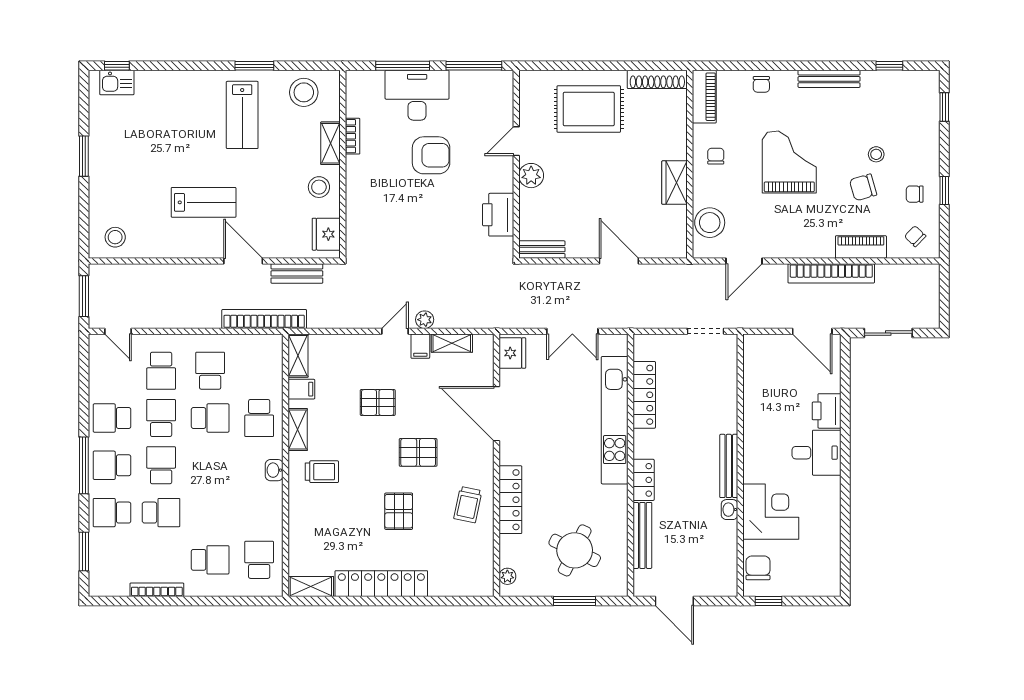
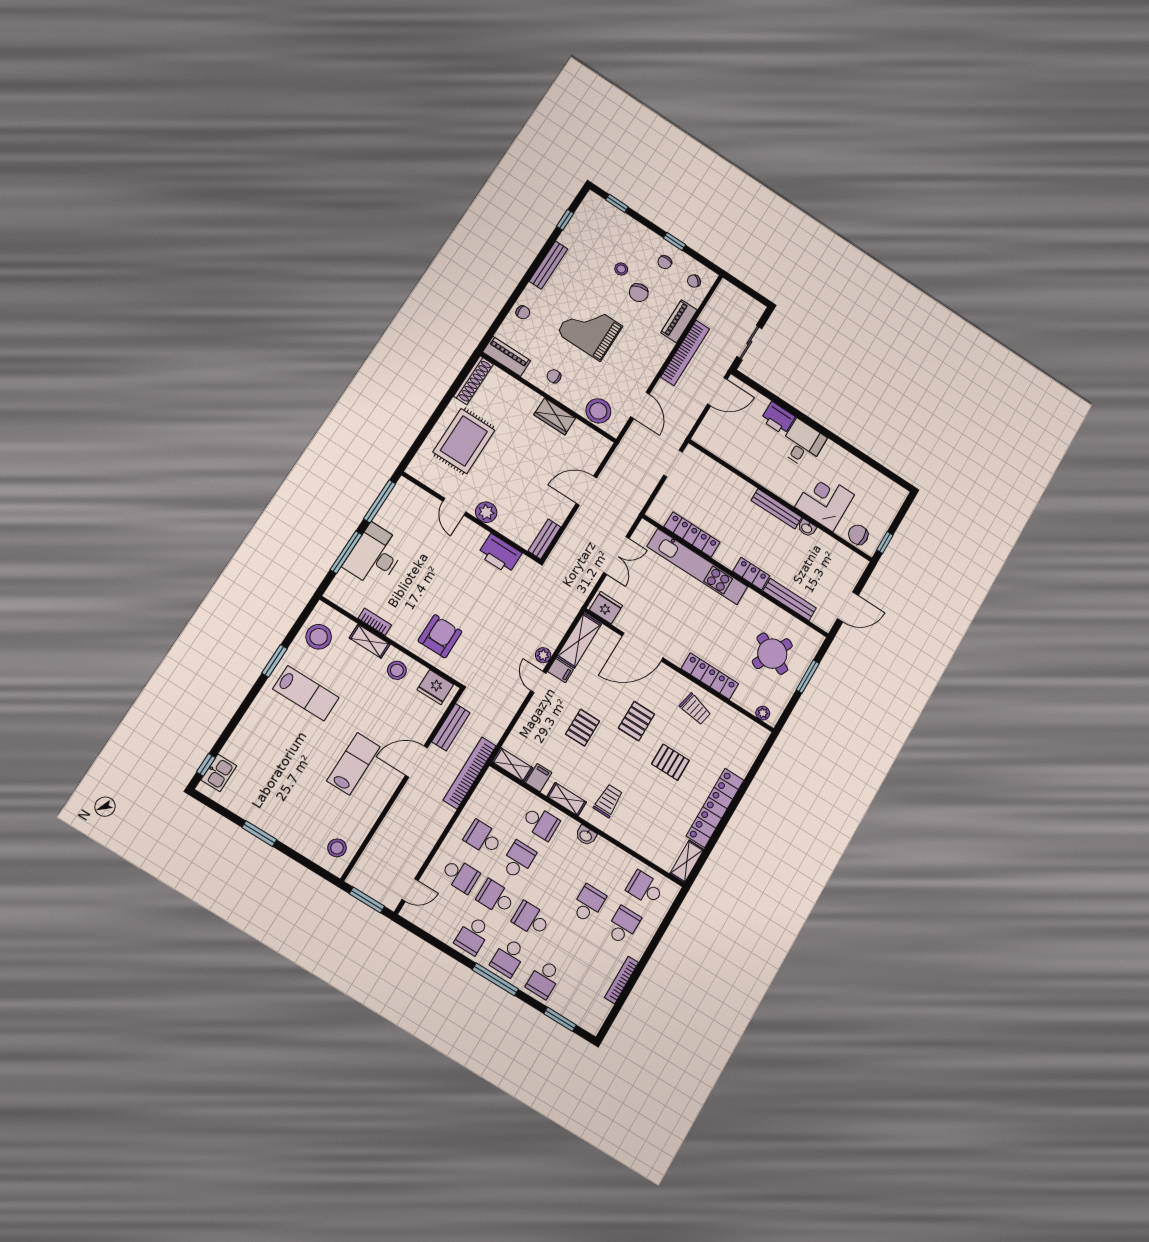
armchair: (431, 155) -> (440, 636), moved
shelving: (452, 343) -> (579, 640), width x1.50, depth x1.33
school desk: (161, 513) -> (588, 904), moved

